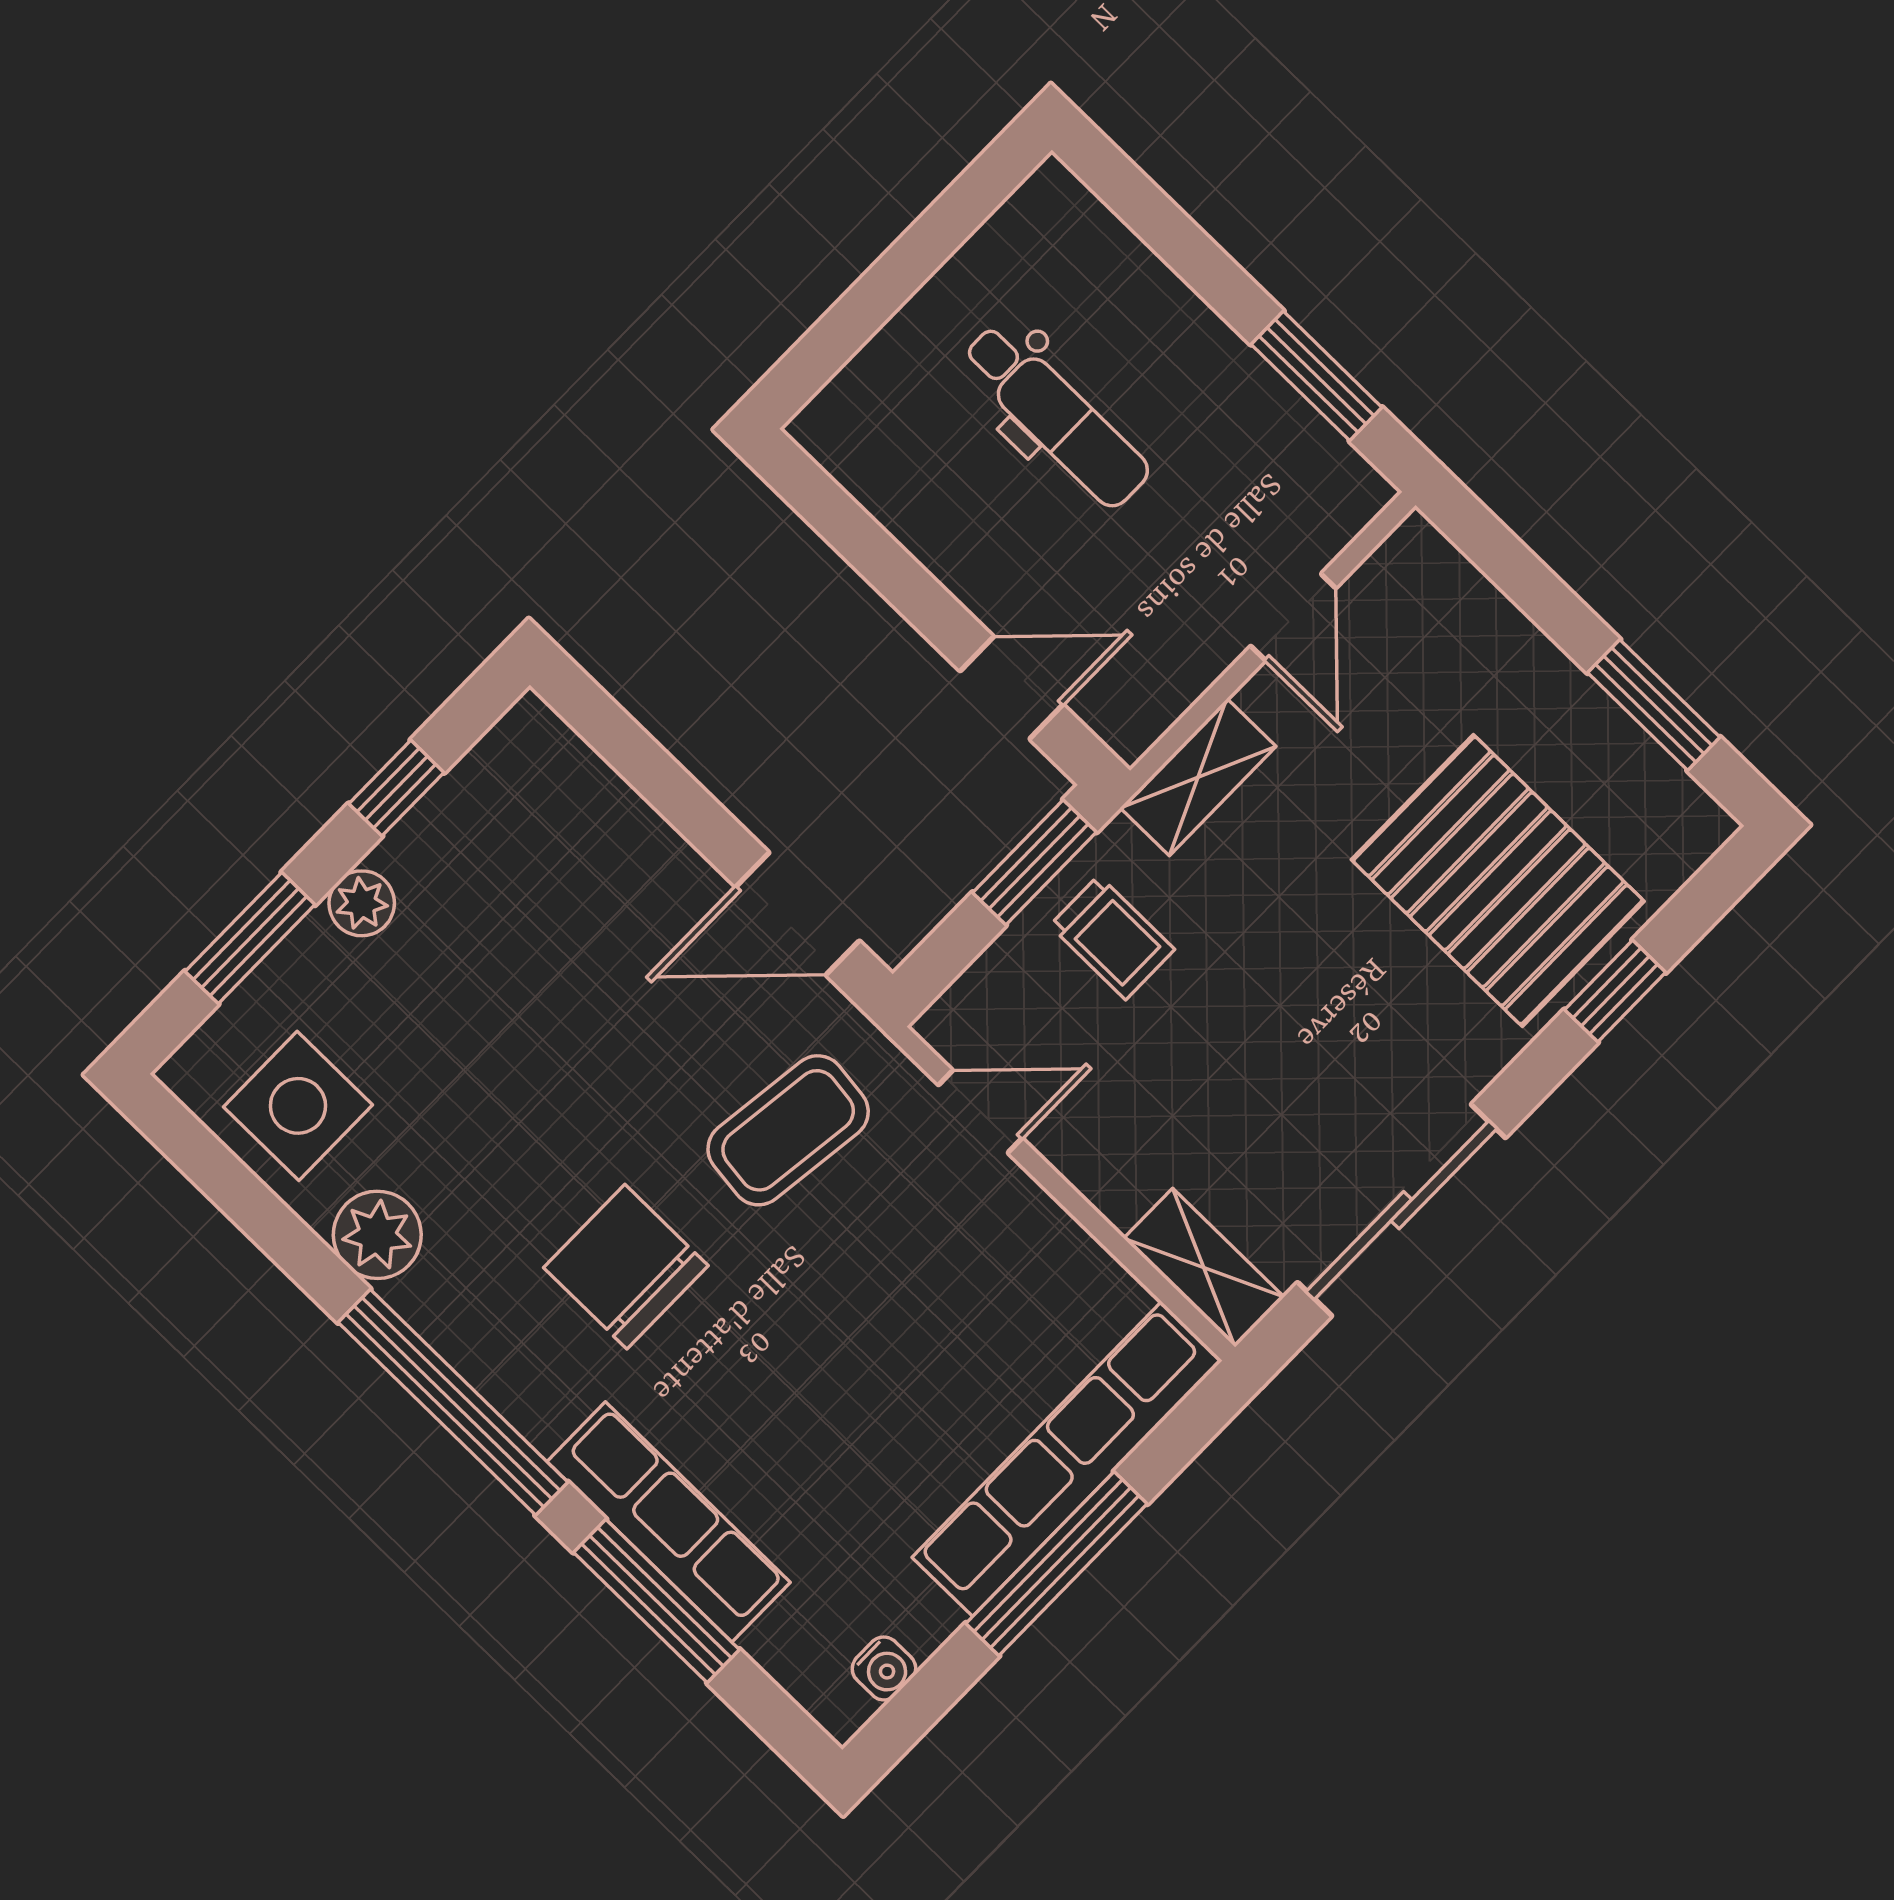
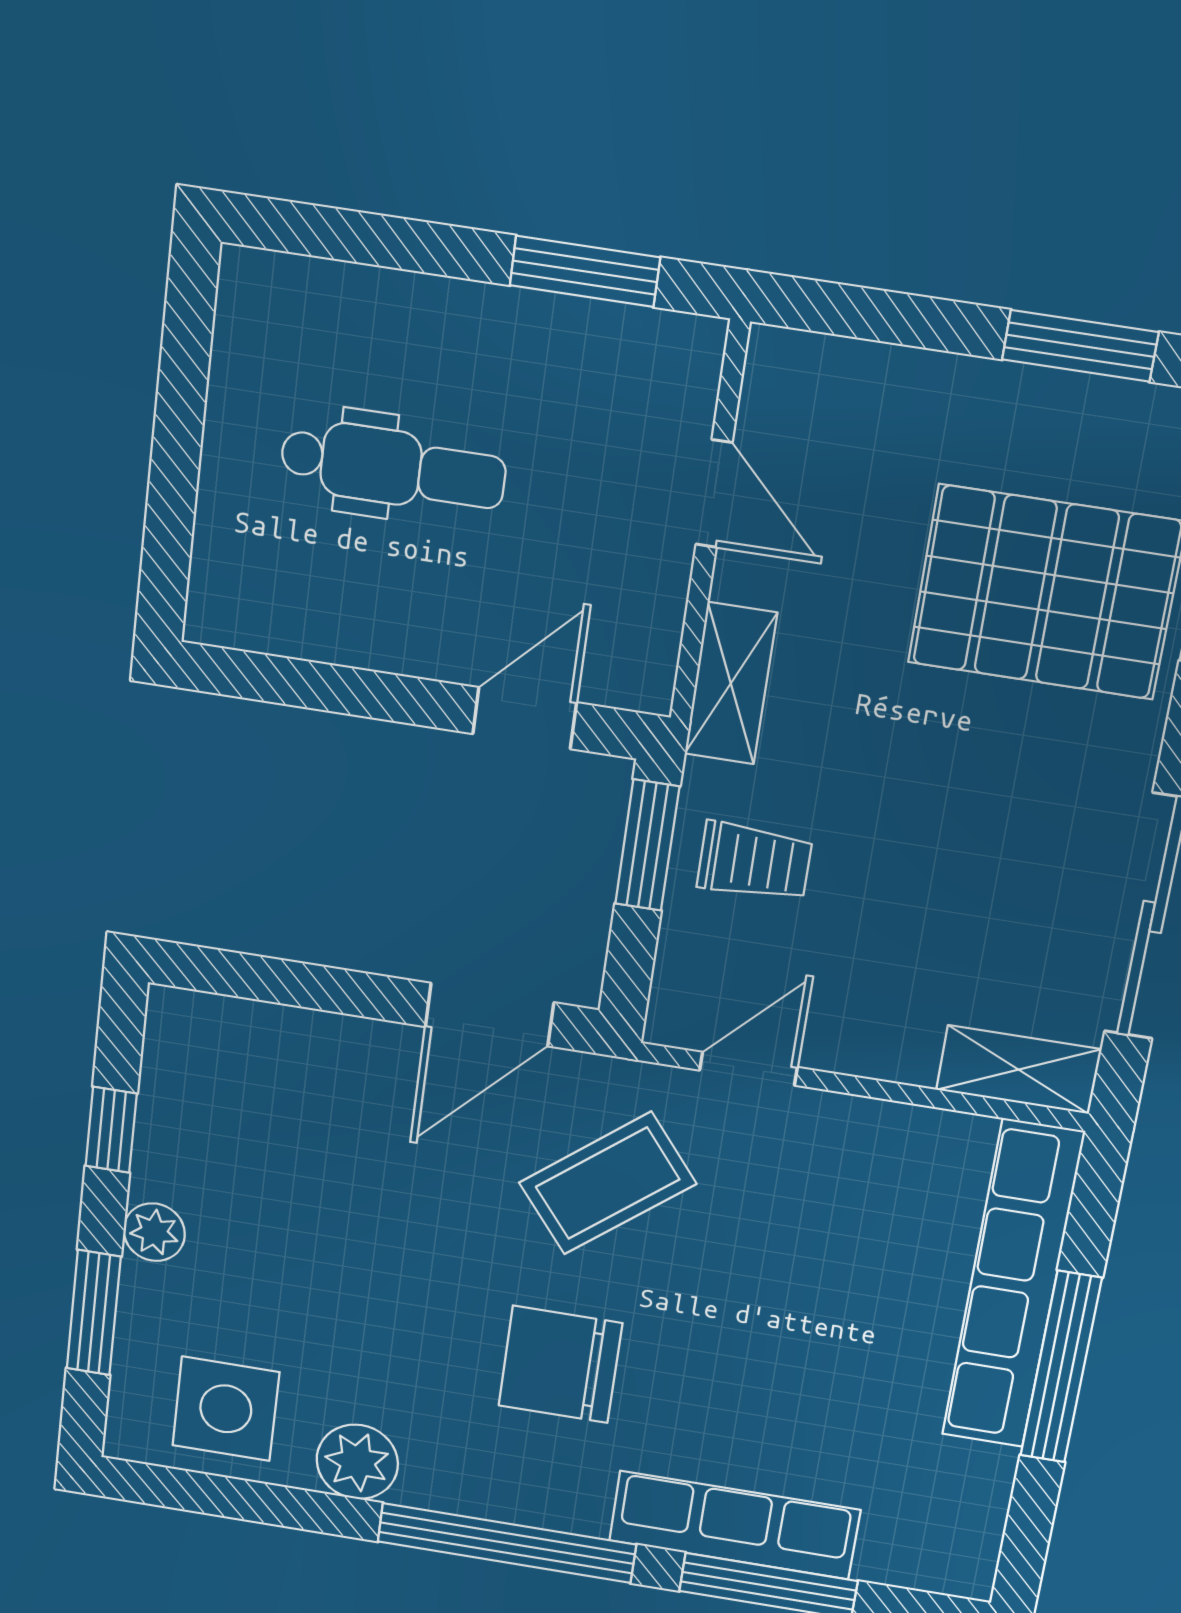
coffee table: (788, 1130) -> (608, 1183), turned 44
water cooler: (884, 1669) -> (980, 1526), removed

